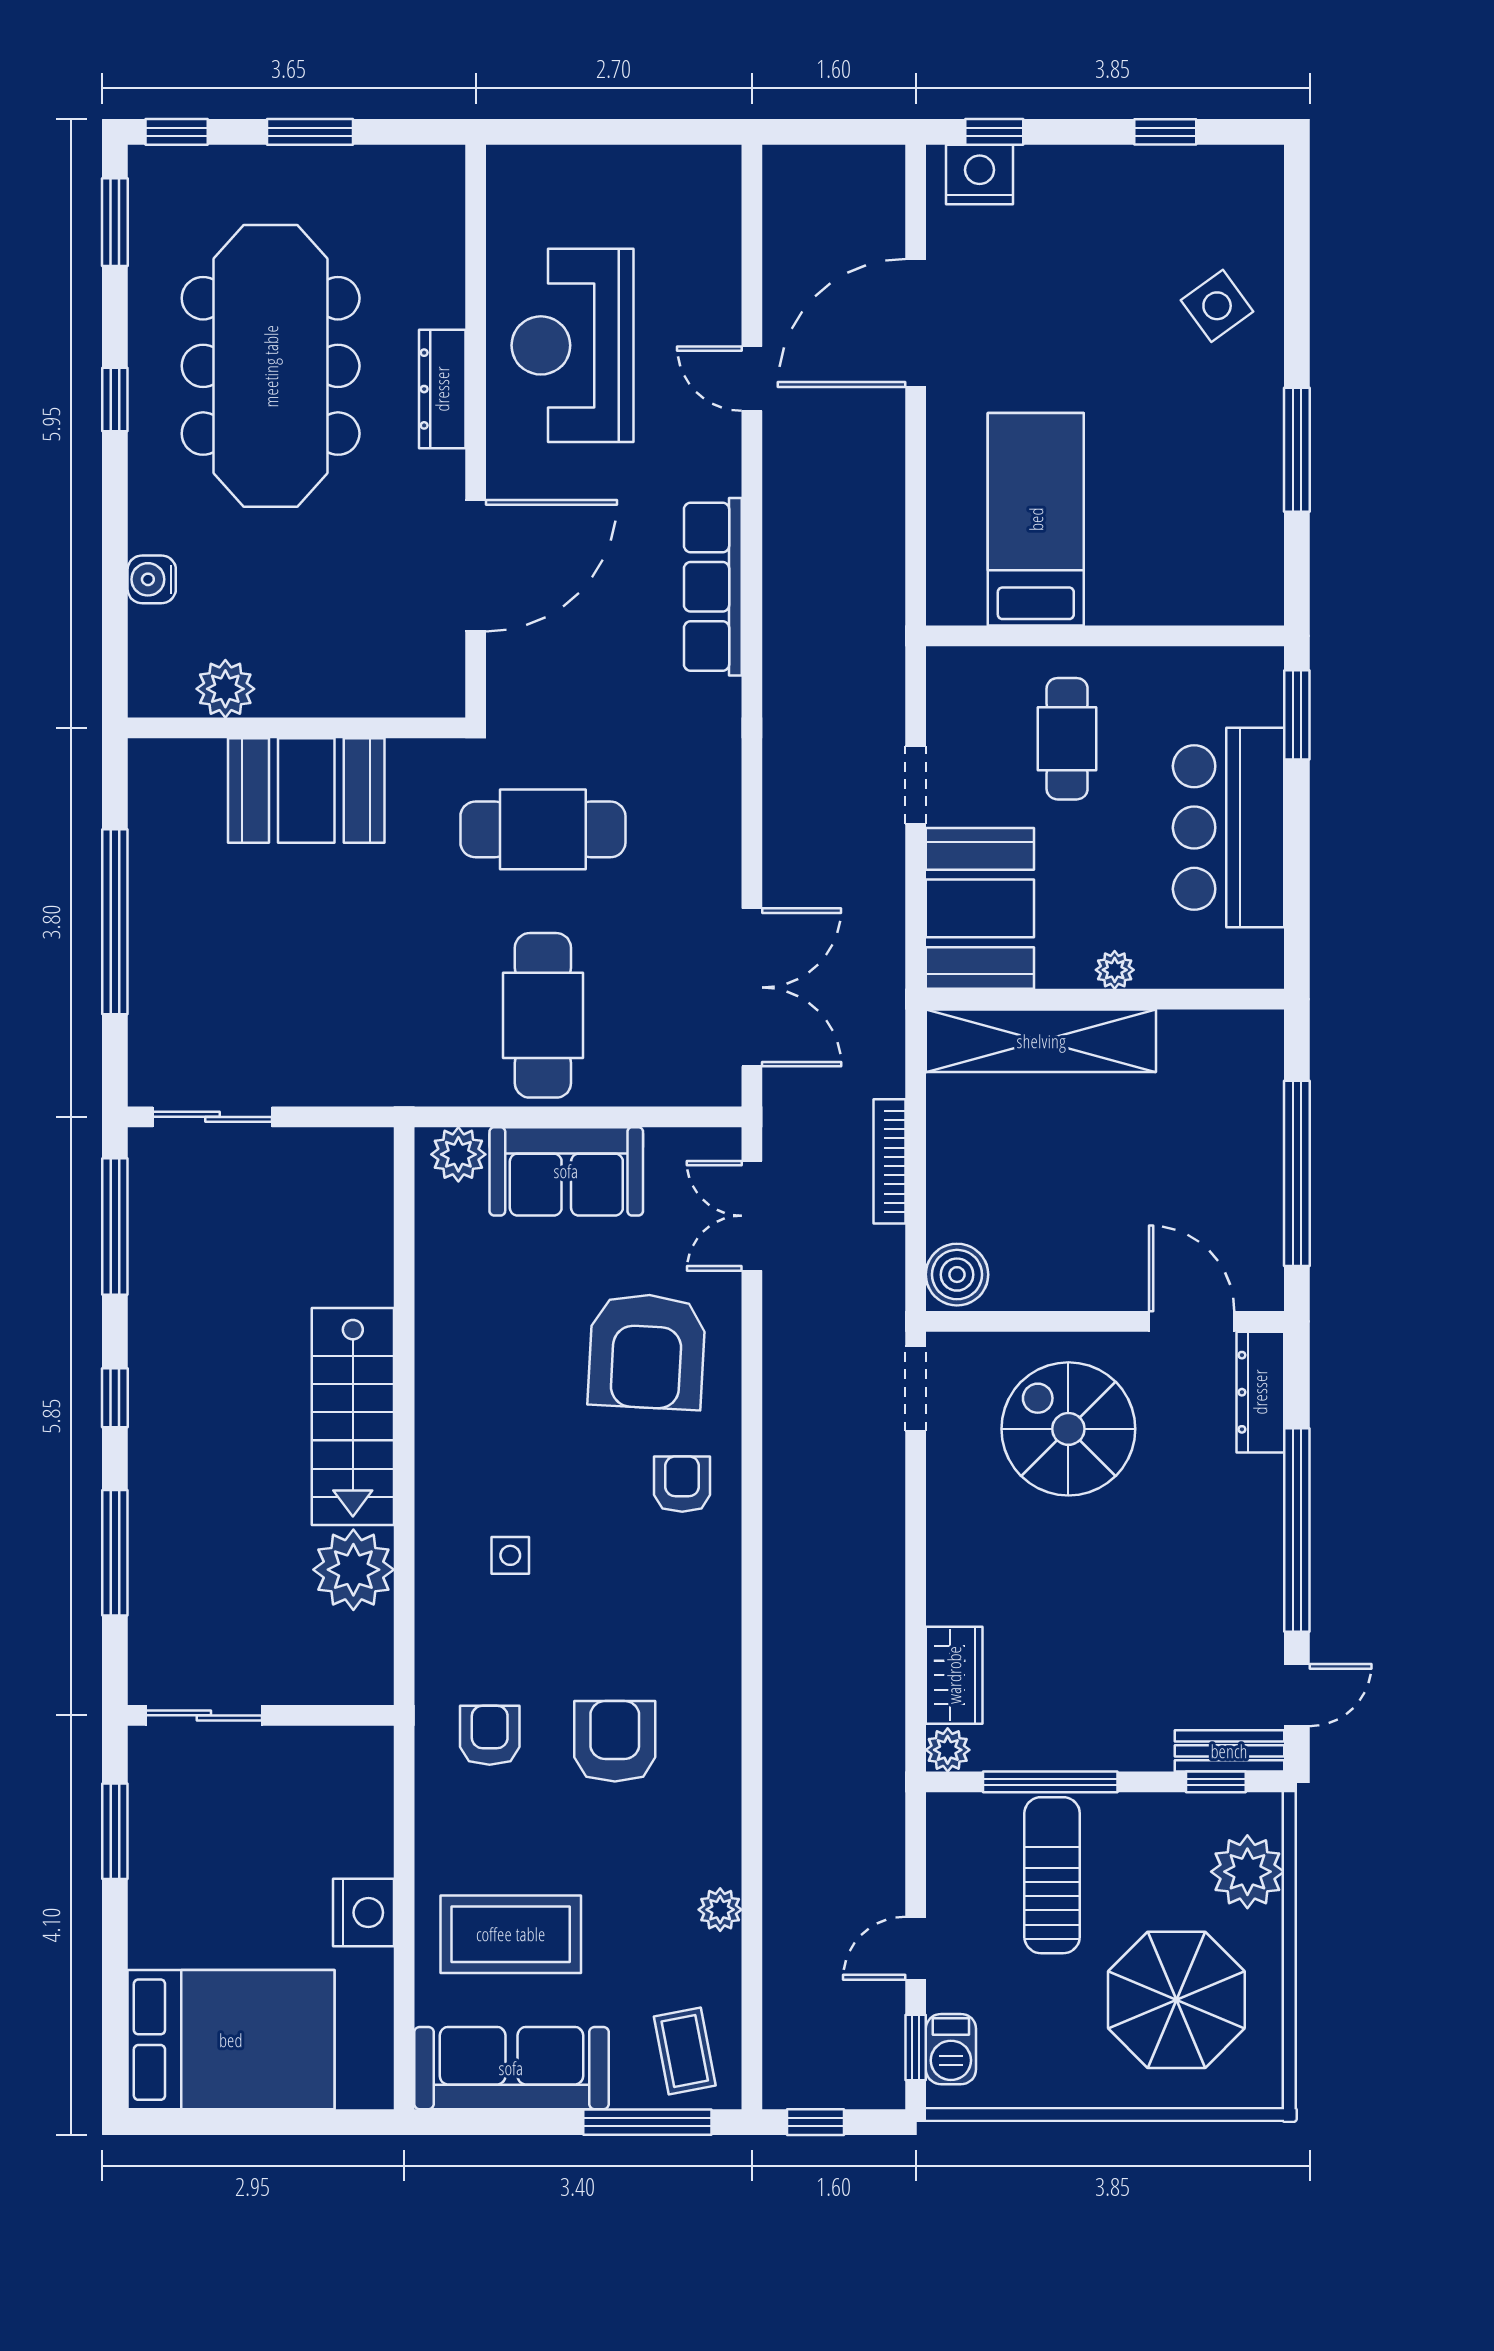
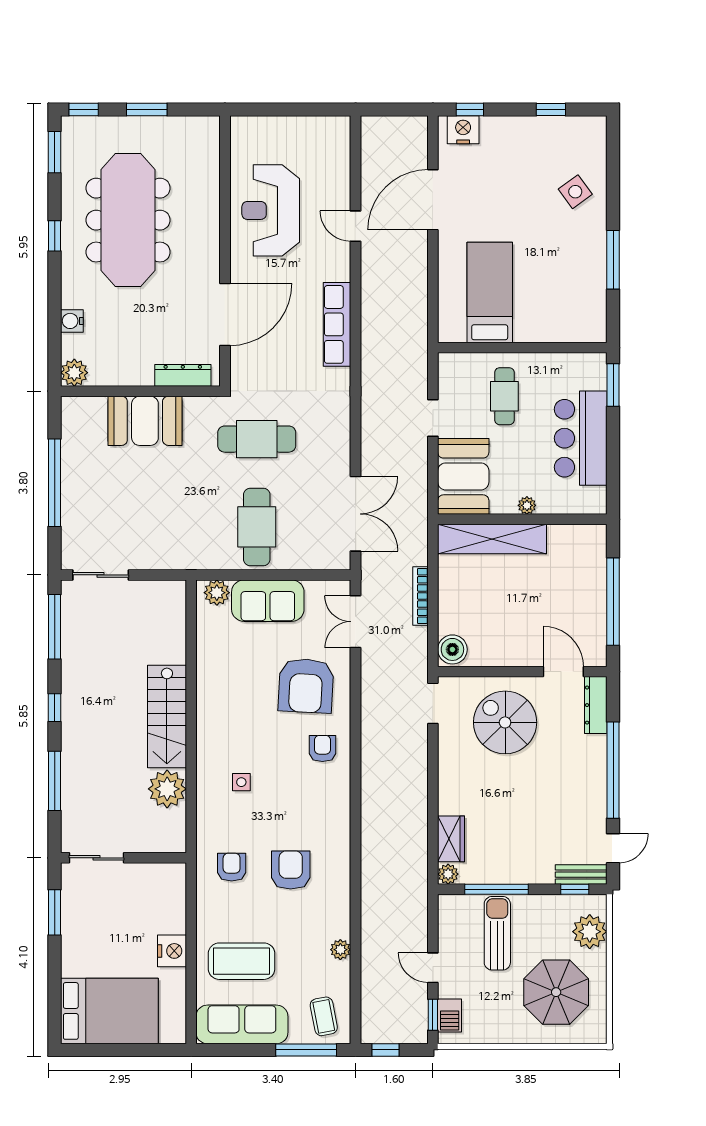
dresser: (442, 389) -> (183, 375), moved, turned 90
plant: (225, 689) -> (74, 373), moved
door: (916, 1948) -> (433, 968), hinge flipped

